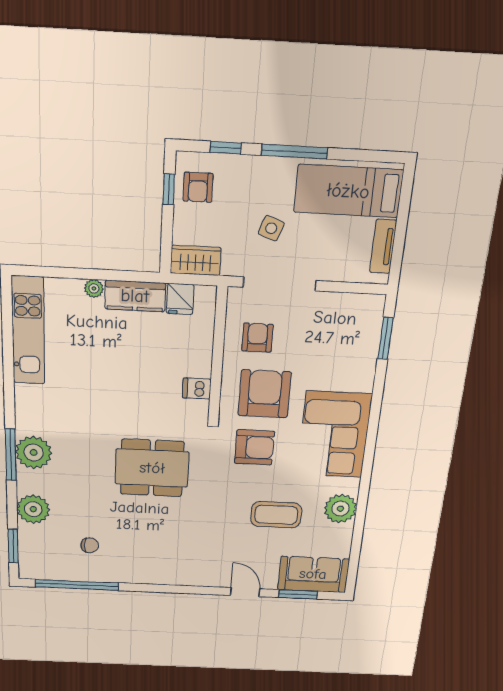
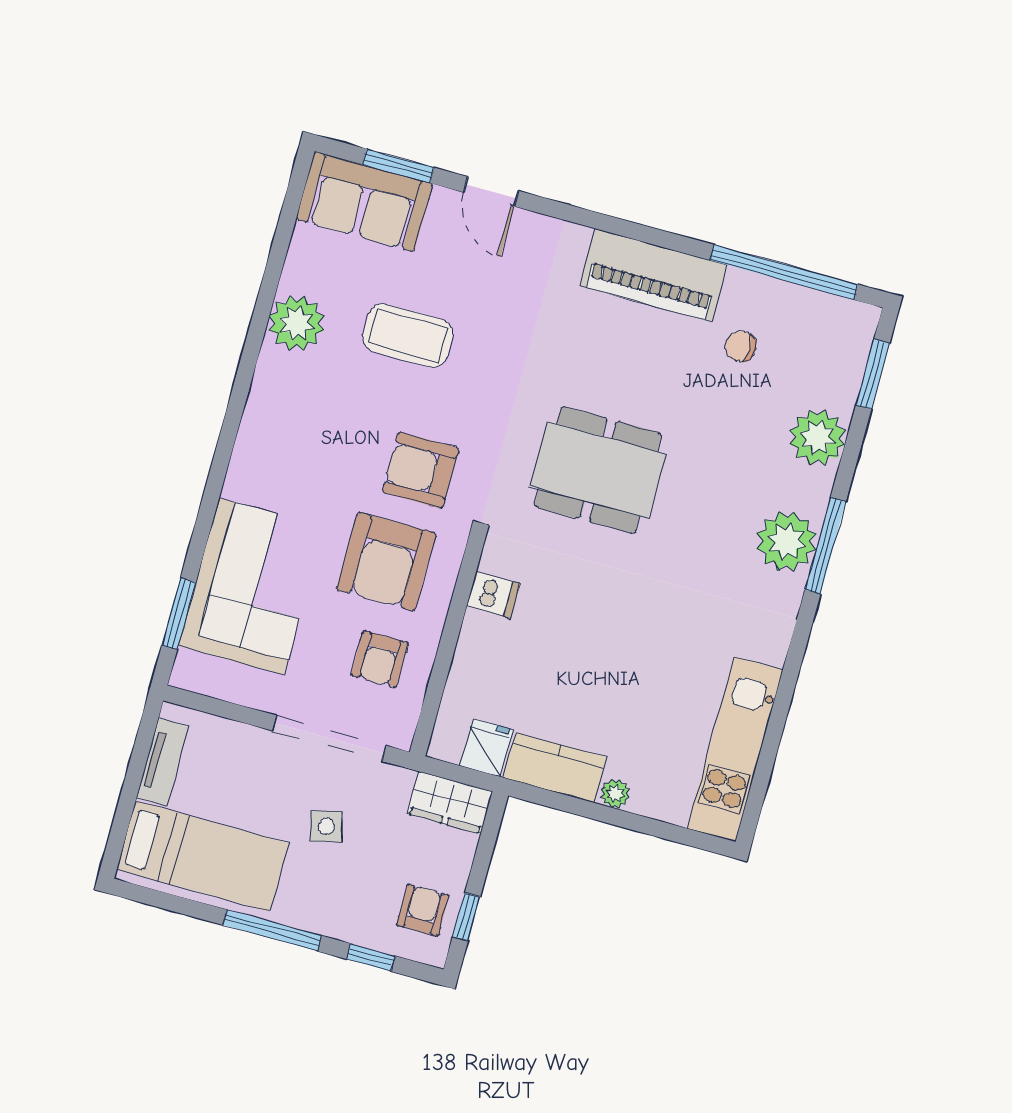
side table: (271, 228) -> (326, 826), turned -34
corner sofa: (334, 435) -> (252, 586), moved
piano: (147, 570) -> (654, 275), added

